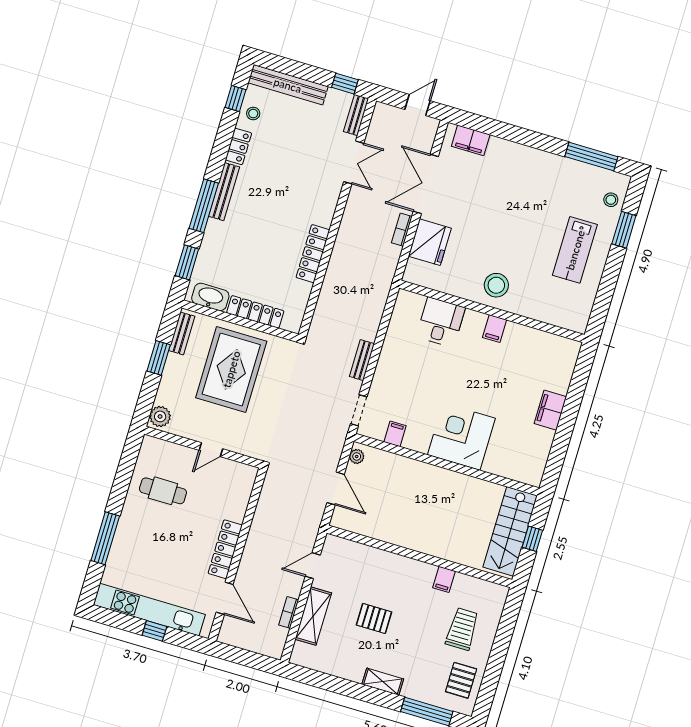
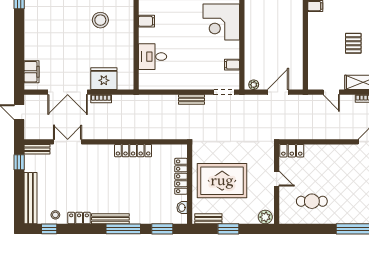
stool: (496, 285) -> (100, 20), moved
washbasin: (210, 297) -> (182, 208), width x0.52, depth x0.69
cafe table: (163, 491) -> (312, 201), turned 90
locker: (225, 549) -> (292, 151), moved, width x0.66

